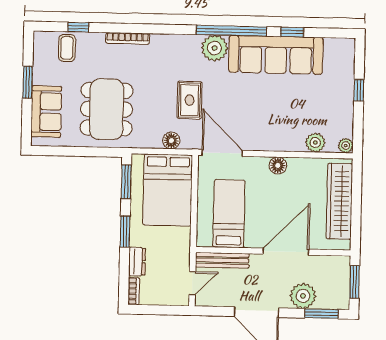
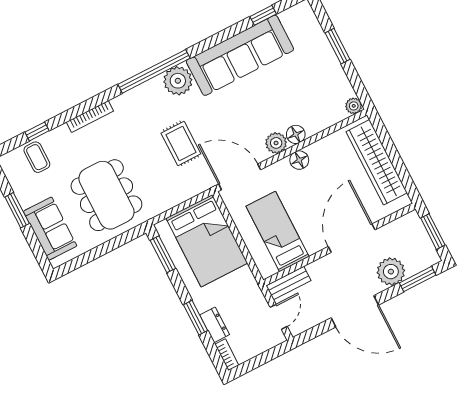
window: (231, 31) -> (154, 71), moved
window: (292, 32) -> (263, 15), moved
window: (359, 90) -> (338, 46), width x1.50
floor lamp: (171, 141) -> (296, 134), moved
plant: (315, 143) -> (276, 143), moved
window: (125, 231) -> (195, 318), moved
bench: (222, 260) -> (288, 283), width x0.73

